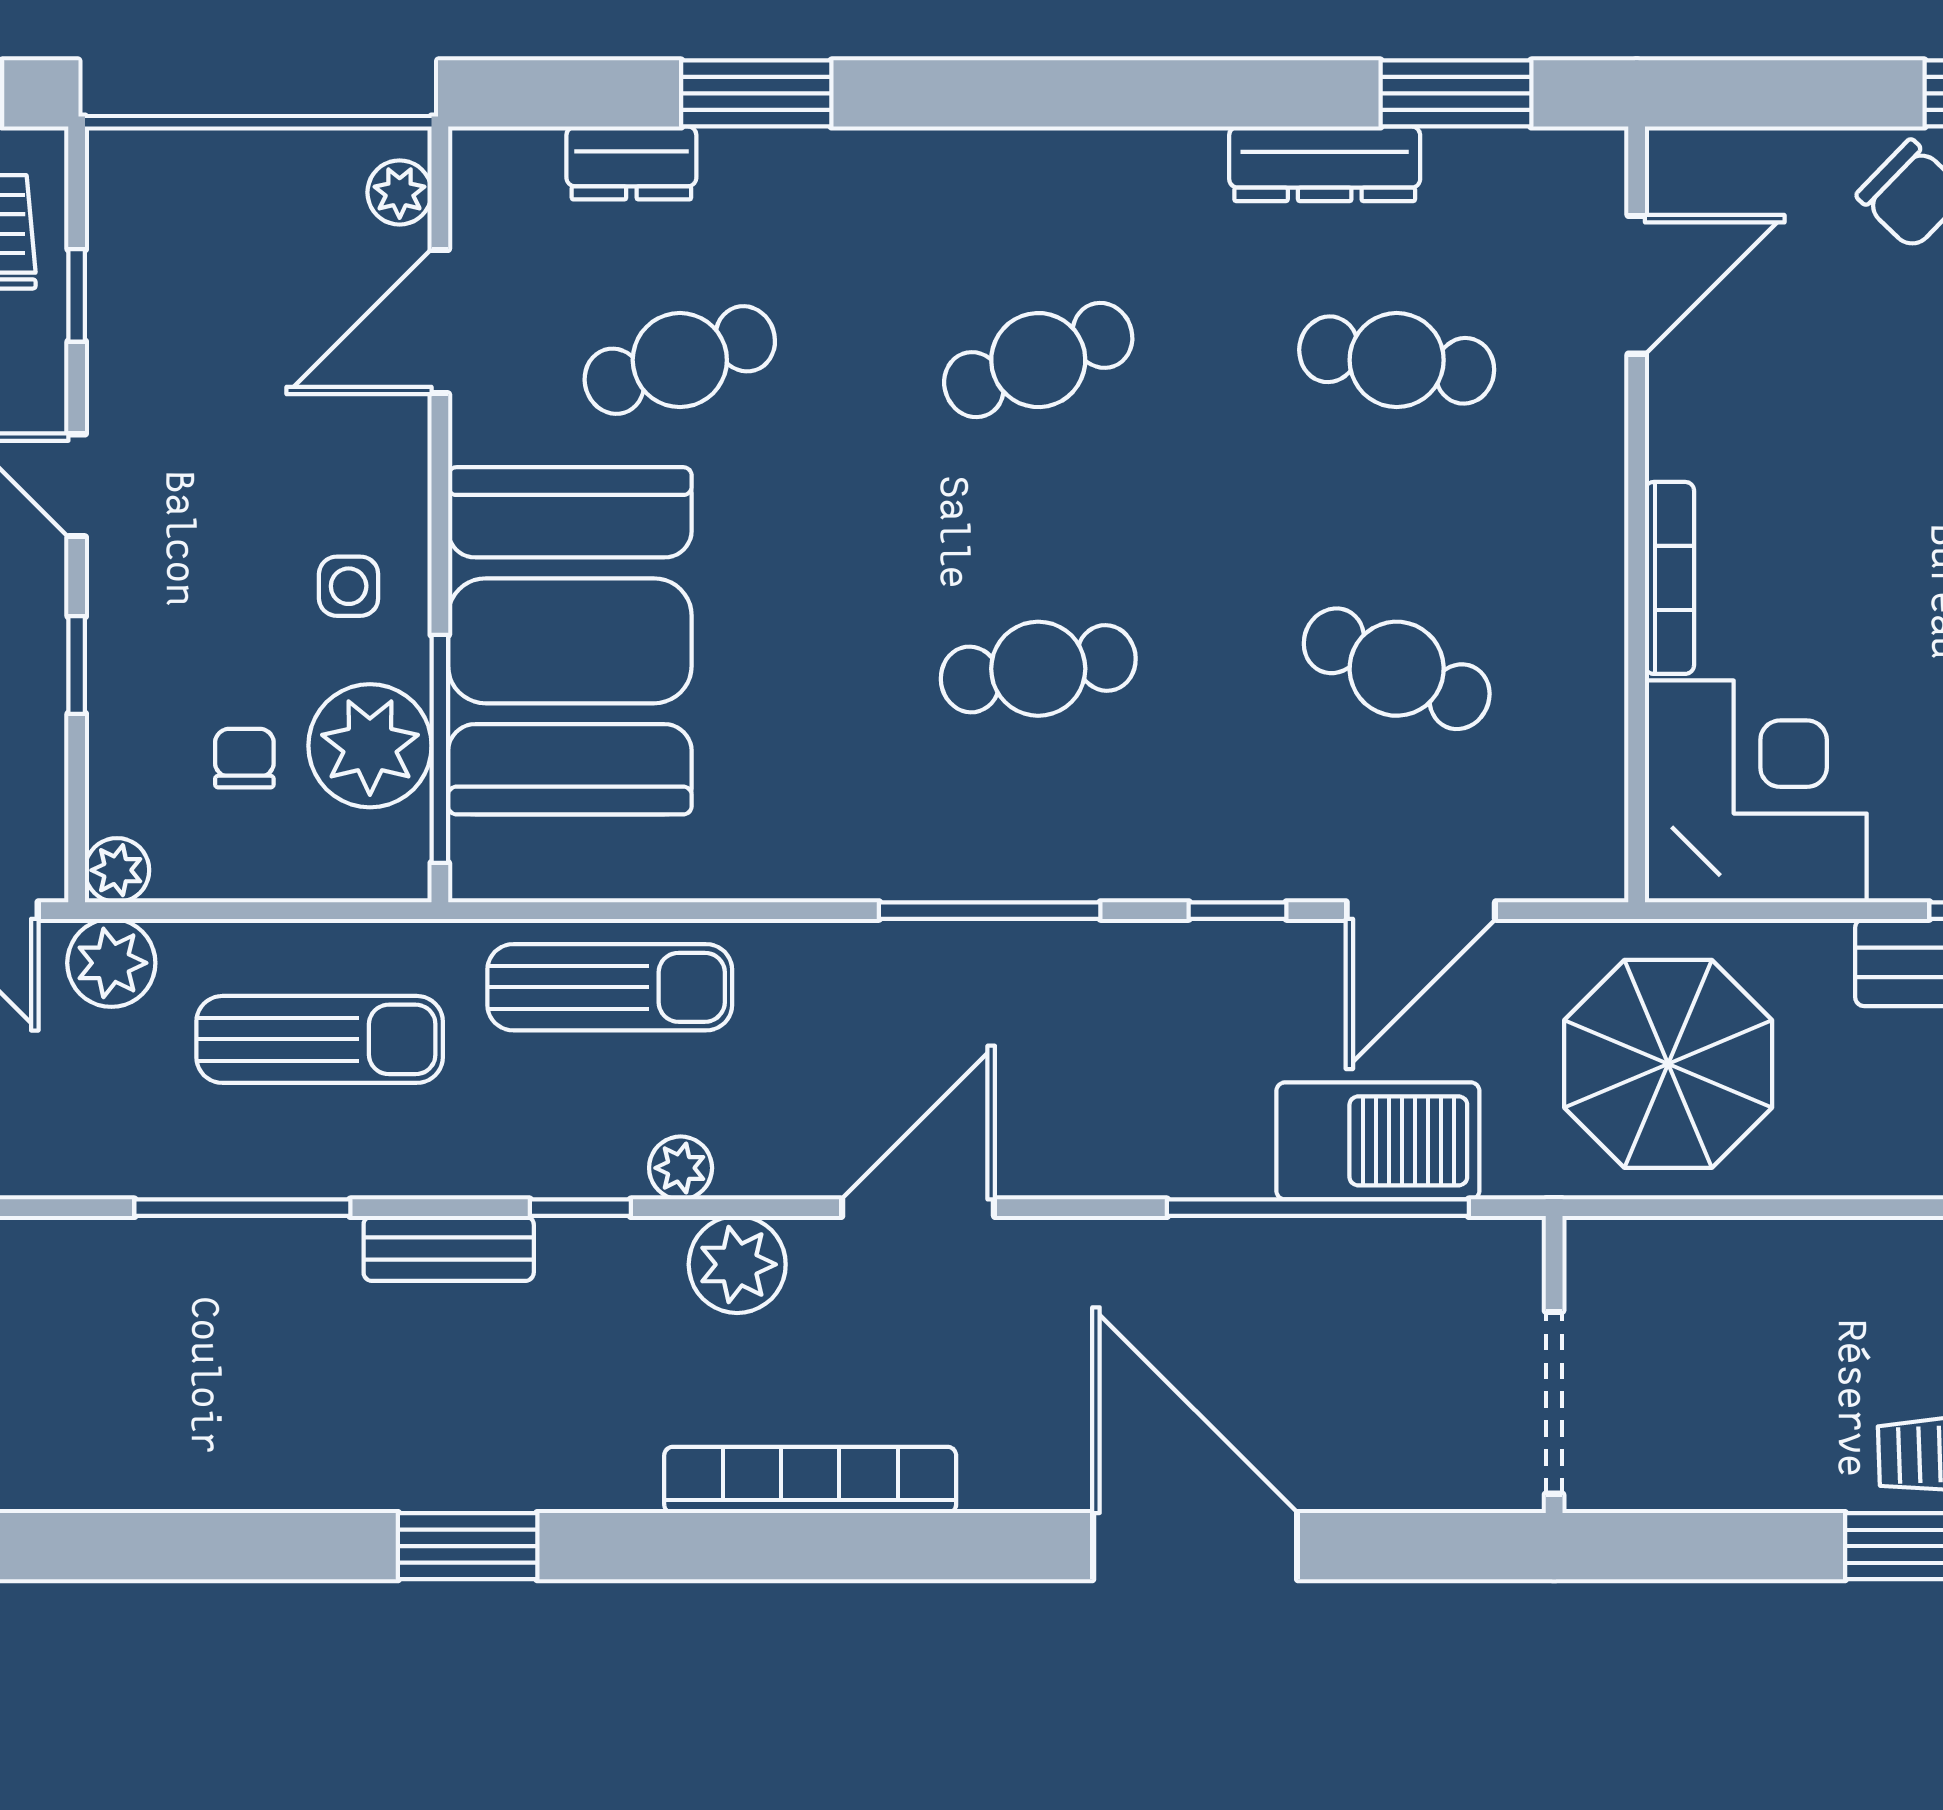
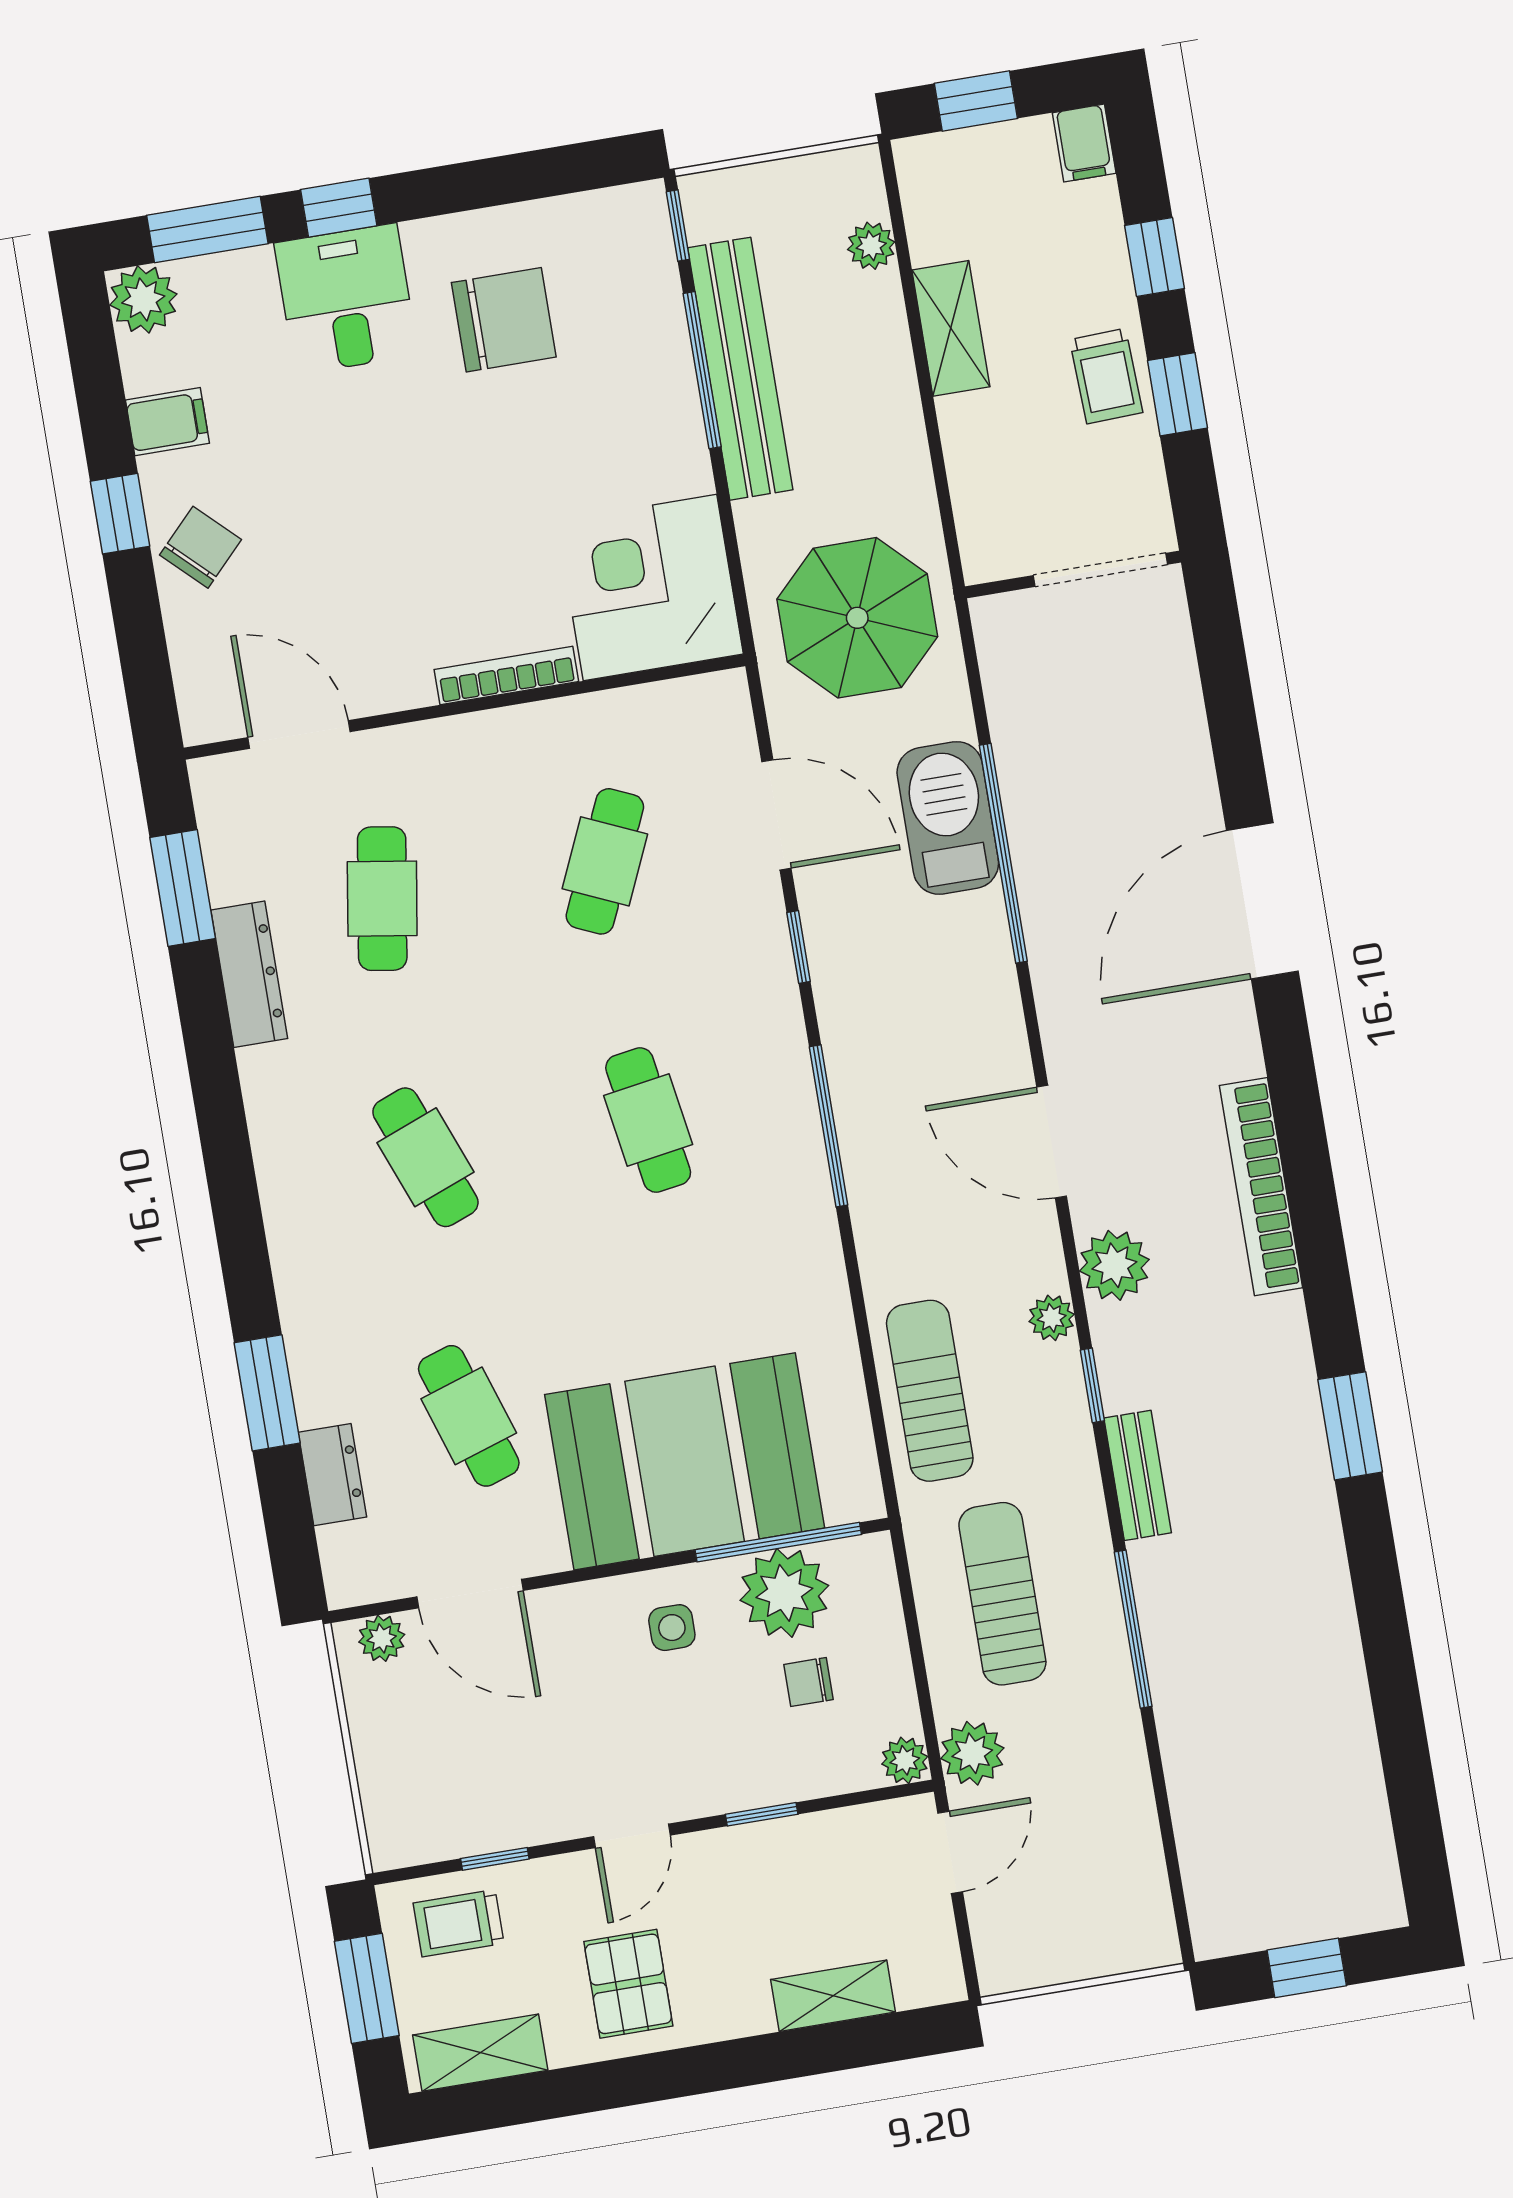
wall: (1554, 1365) -> (1073, 574), moved
doorway: (1554, 1403) -> (1101, 570), moved

